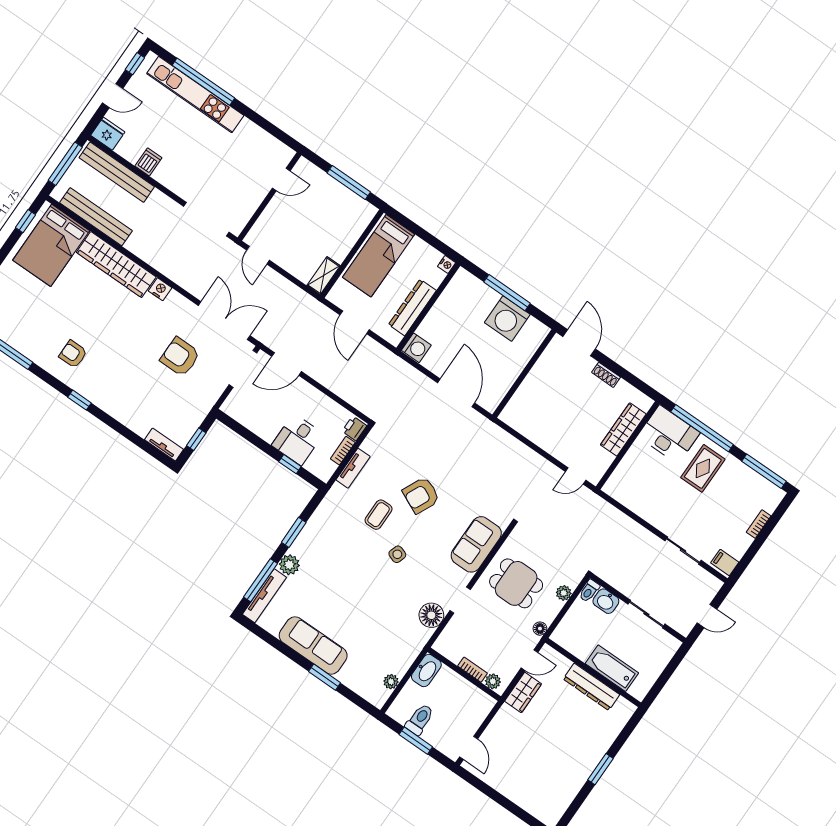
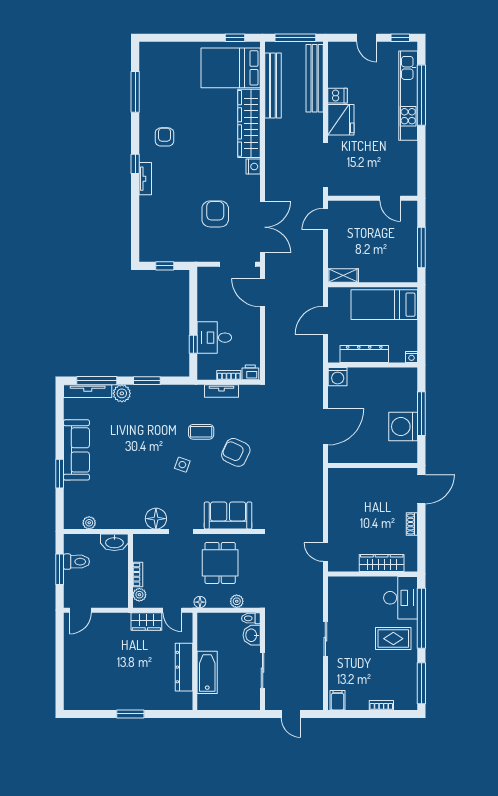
fridge: (108, 134) -> (341, 120), moved, width x1.36, depth x1.34
tv unit: (164, 444) -> (145, 179), moved
sliding door: (683, 551) -> (325, 639), moved

